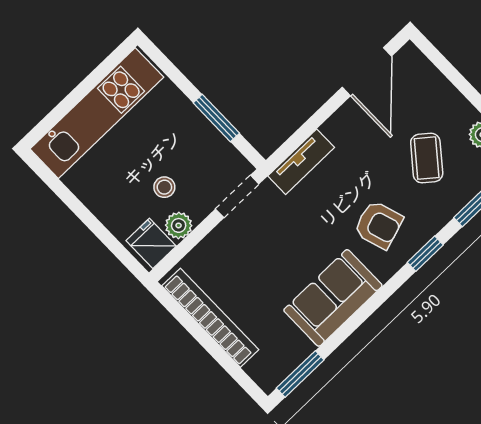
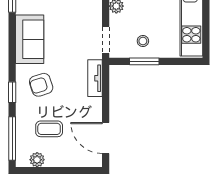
coffee table: (427, 158) -> (49, 129), turned -39
stool: (164, 187) -> (143, 41), moved

